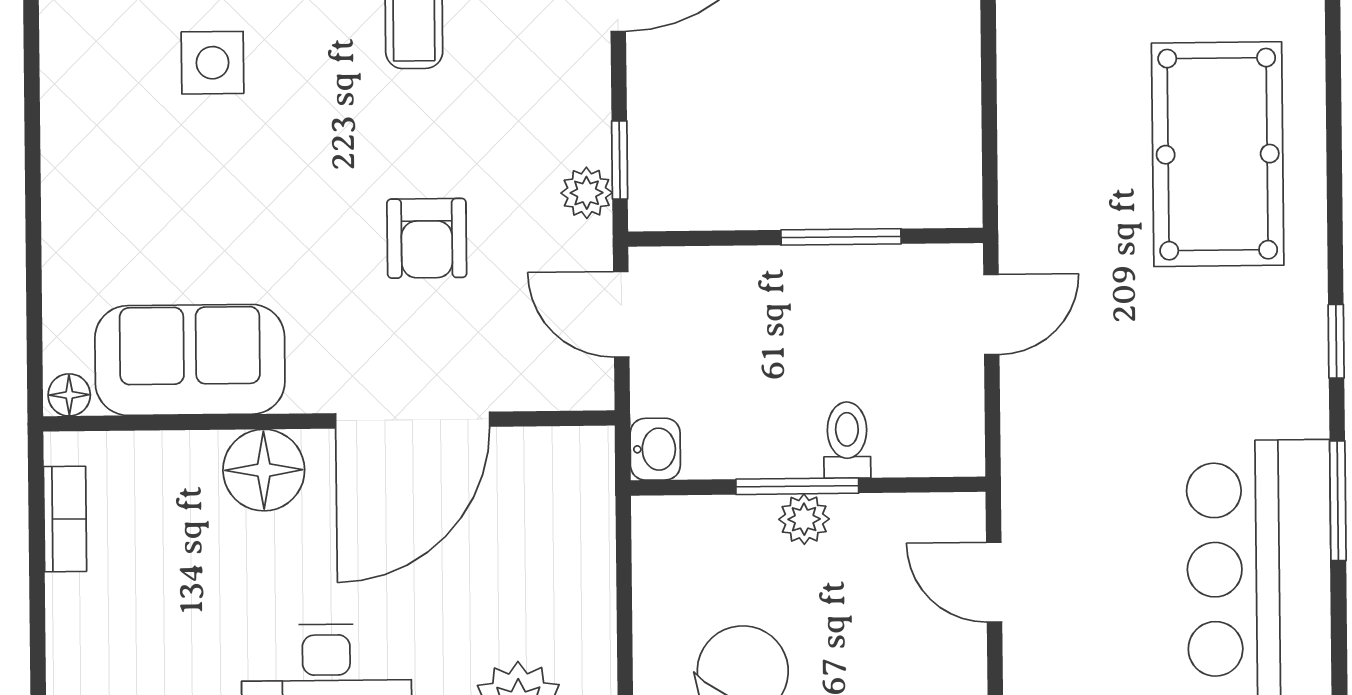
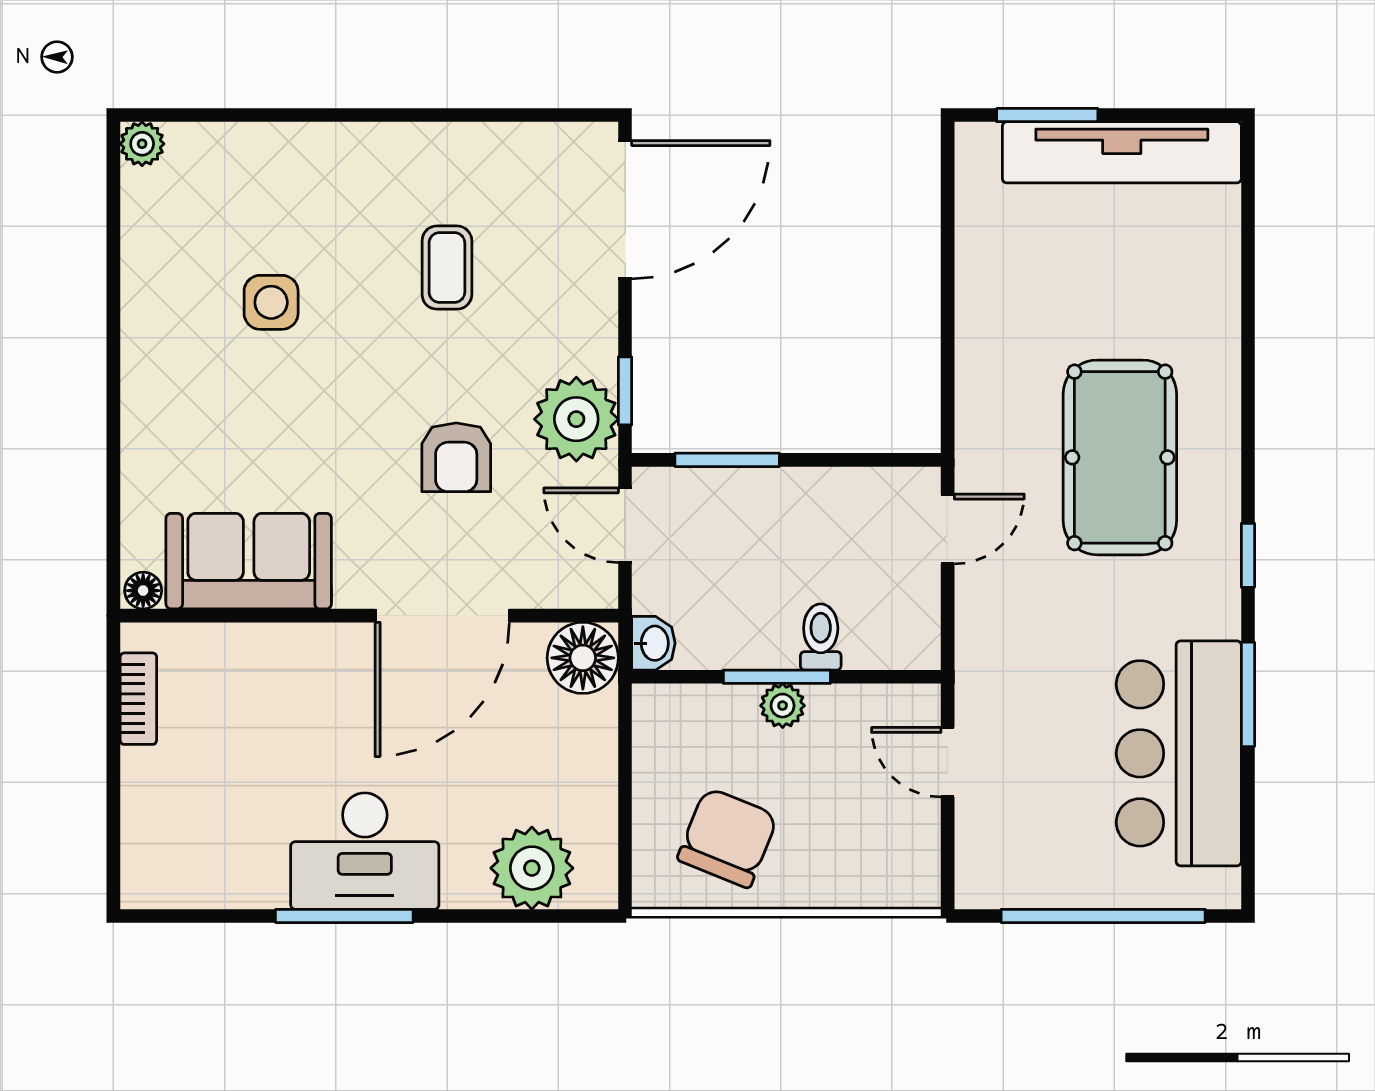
pool table: (1218, 154) -> (1120, 457), moved
plant: (587, 193) -> (576, 419), width x1.87, depth x1.87
window: (841, 237) -> (727, 460), moved
floor lamp: (264, 470) -> (583, 658), moved

